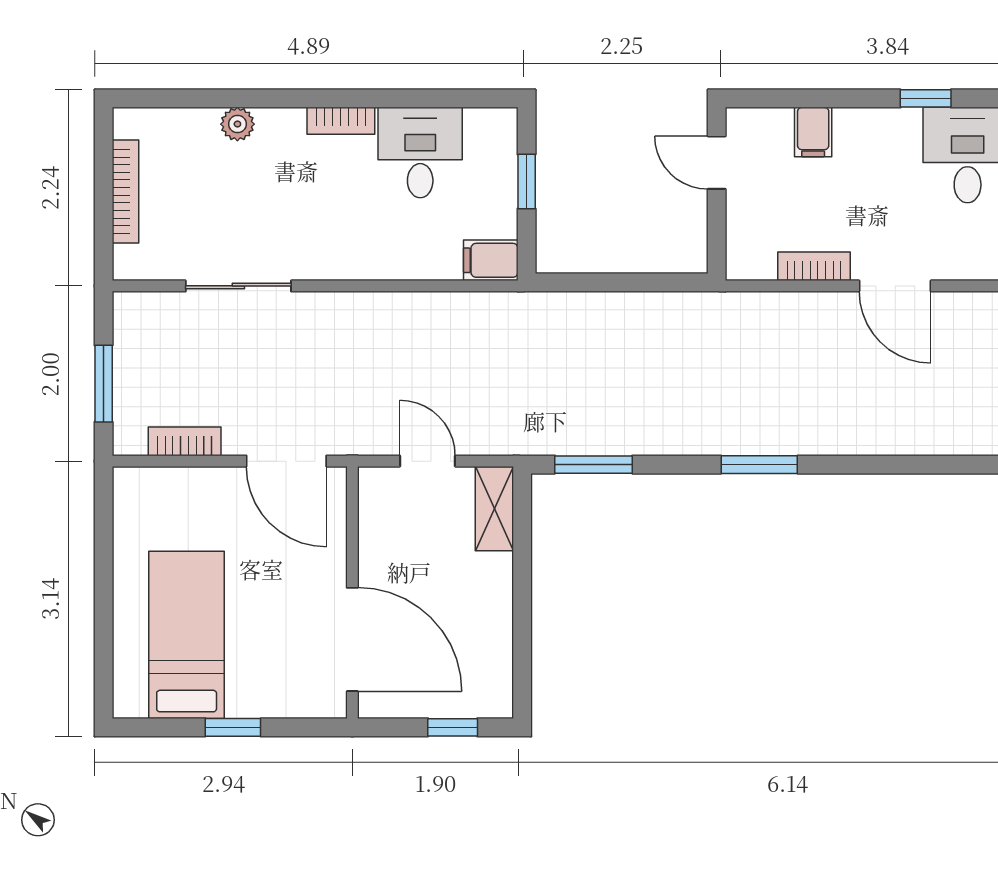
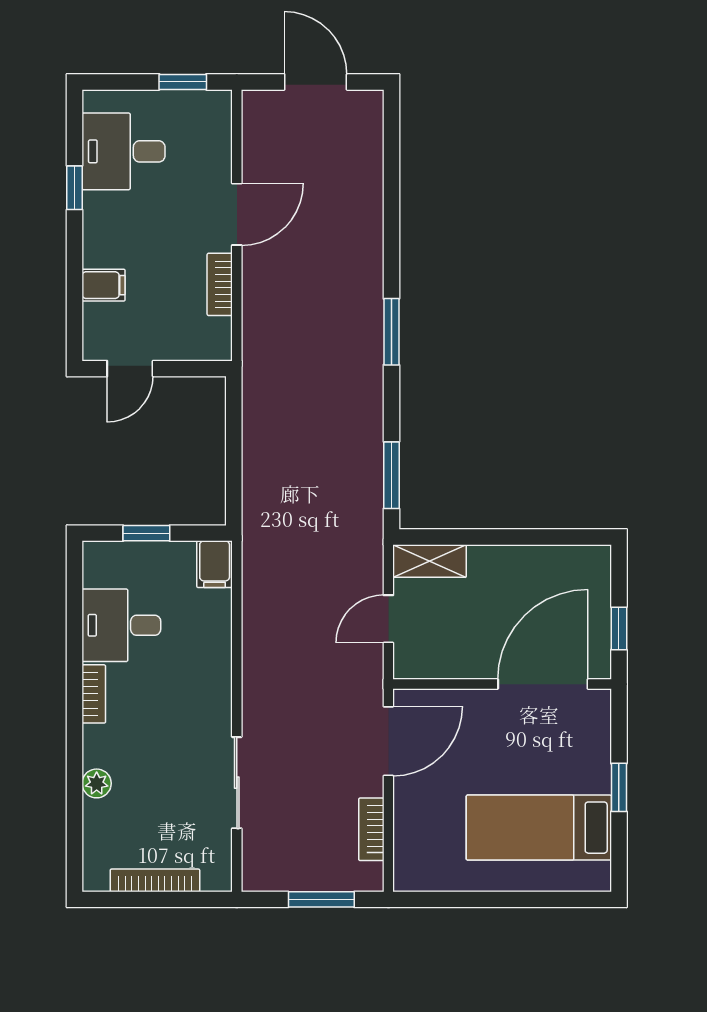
window: (453, 727) -> (619, 628), moved

